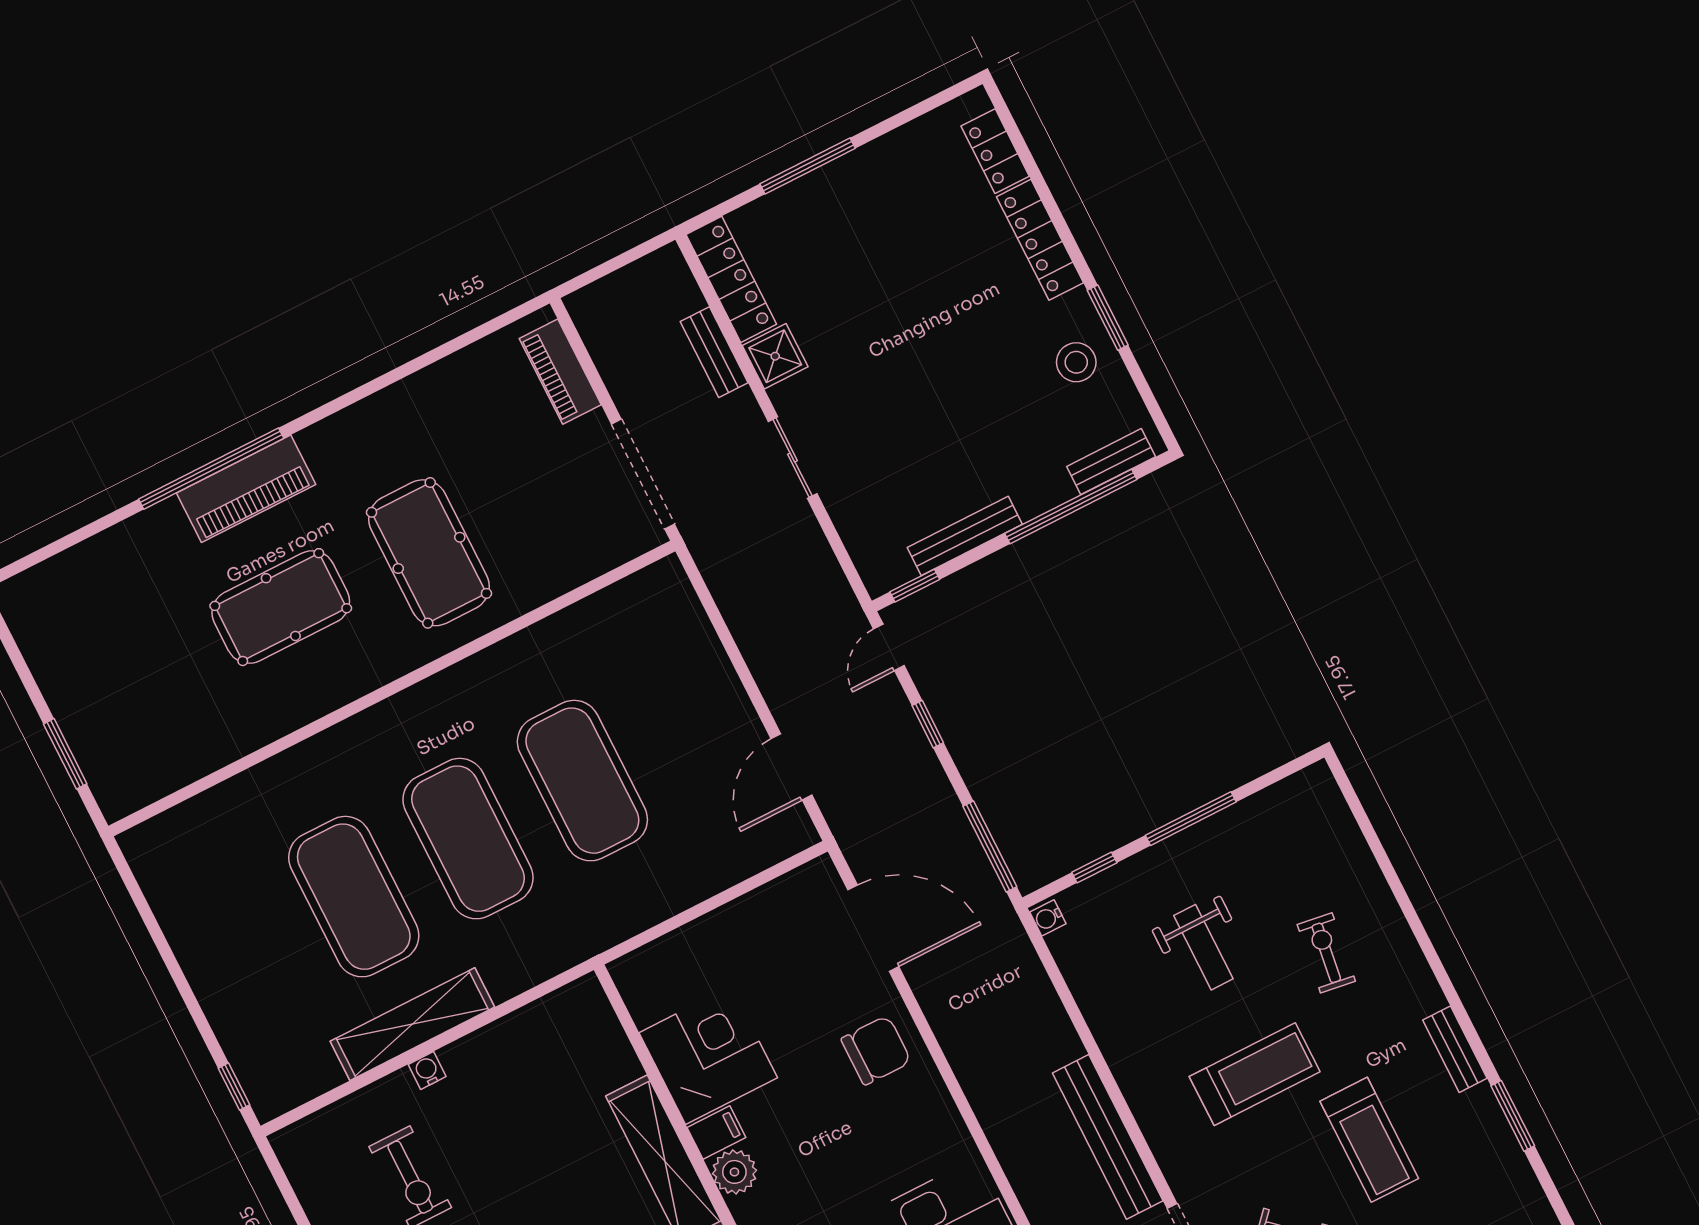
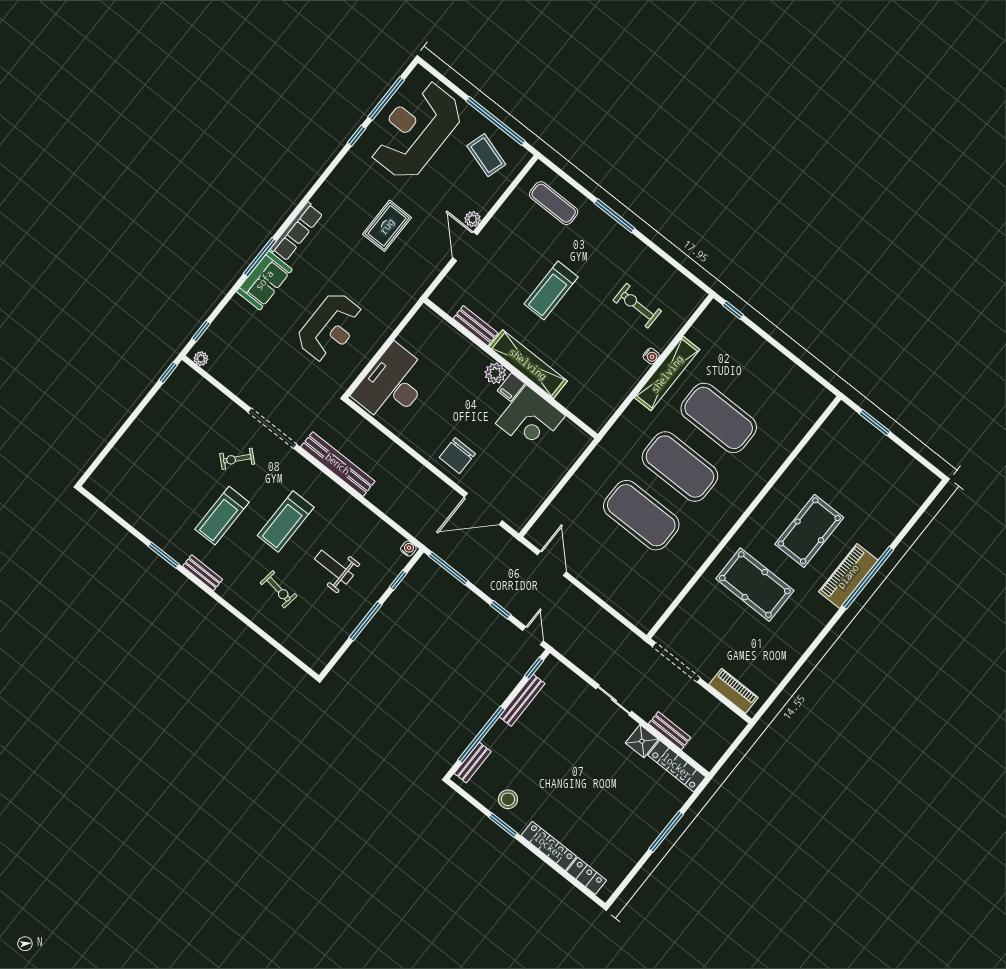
treadmill: (1369, 1140) -> (222, 516), turned -90

